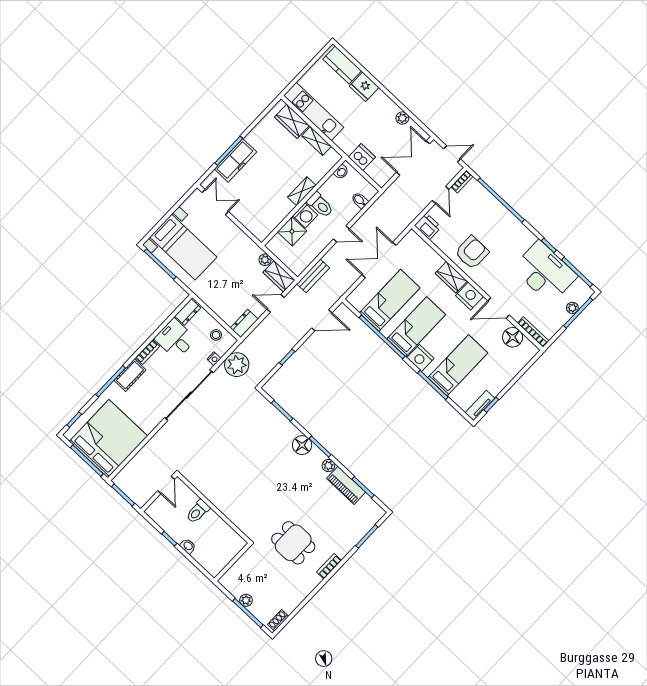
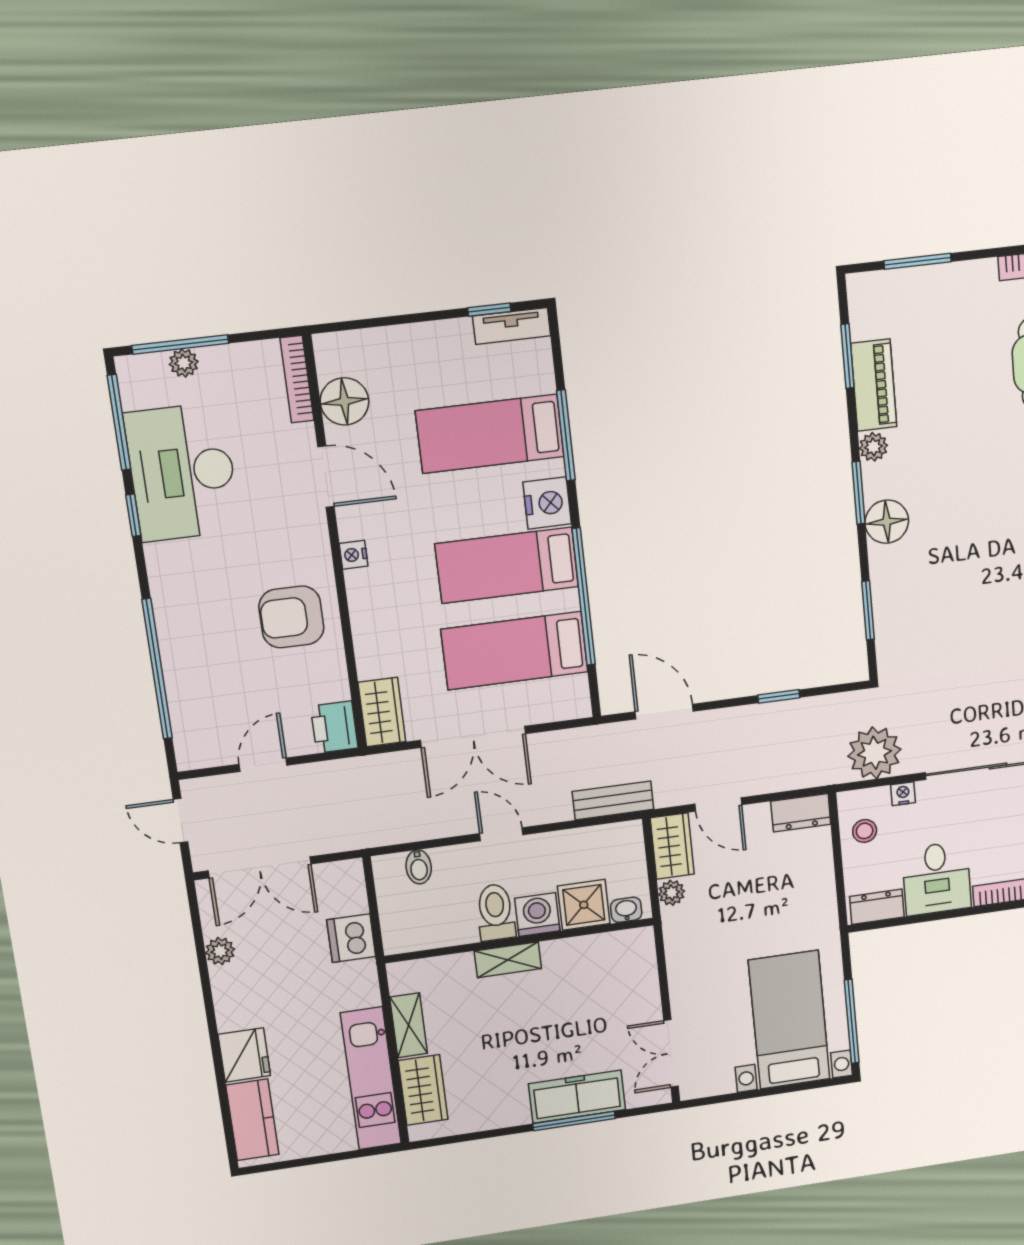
washbasin: (341, 172) -> (626, 910), moved
bookcase: (462, 182) -> (203, 758), removed
wardrobe: (451, 277) -> (382, 712), moved
nightstand: (470, 296) -> (354, 555), width x0.53, depth x0.56

